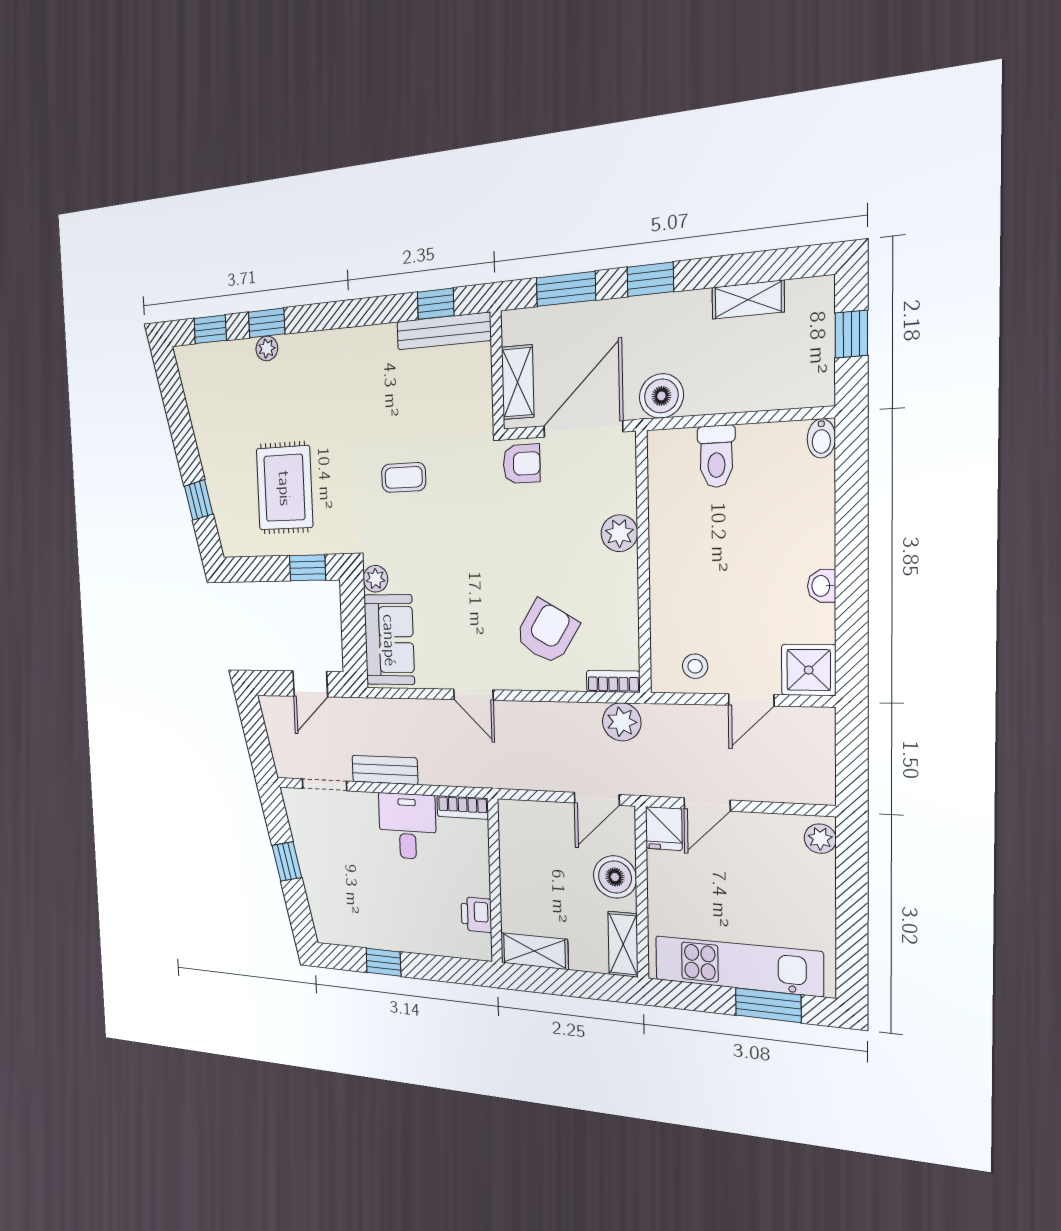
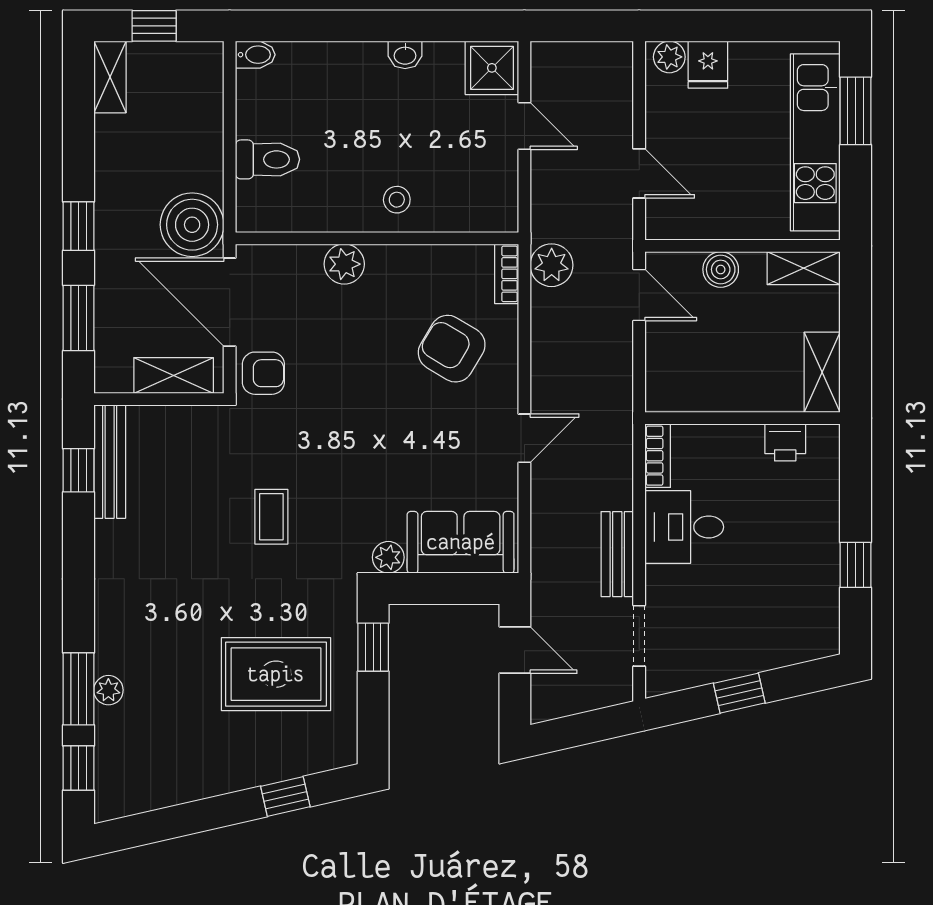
shelving: (748, 300) -> (110, 77), moved
window: (267, 323) -> (78, 689), width x1.50
boiler: (661, 396) -> (192, 225), width x1.37, depth x1.37
armchair: (522, 464) -> (263, 373), turned 90
stool: (695, 666) -> (397, 200), moved
fridge: (664, 828) -> (708, 65), moved, turned 90
boiler: (615, 877) -> (721, 269), width x0.73, depth x0.73

